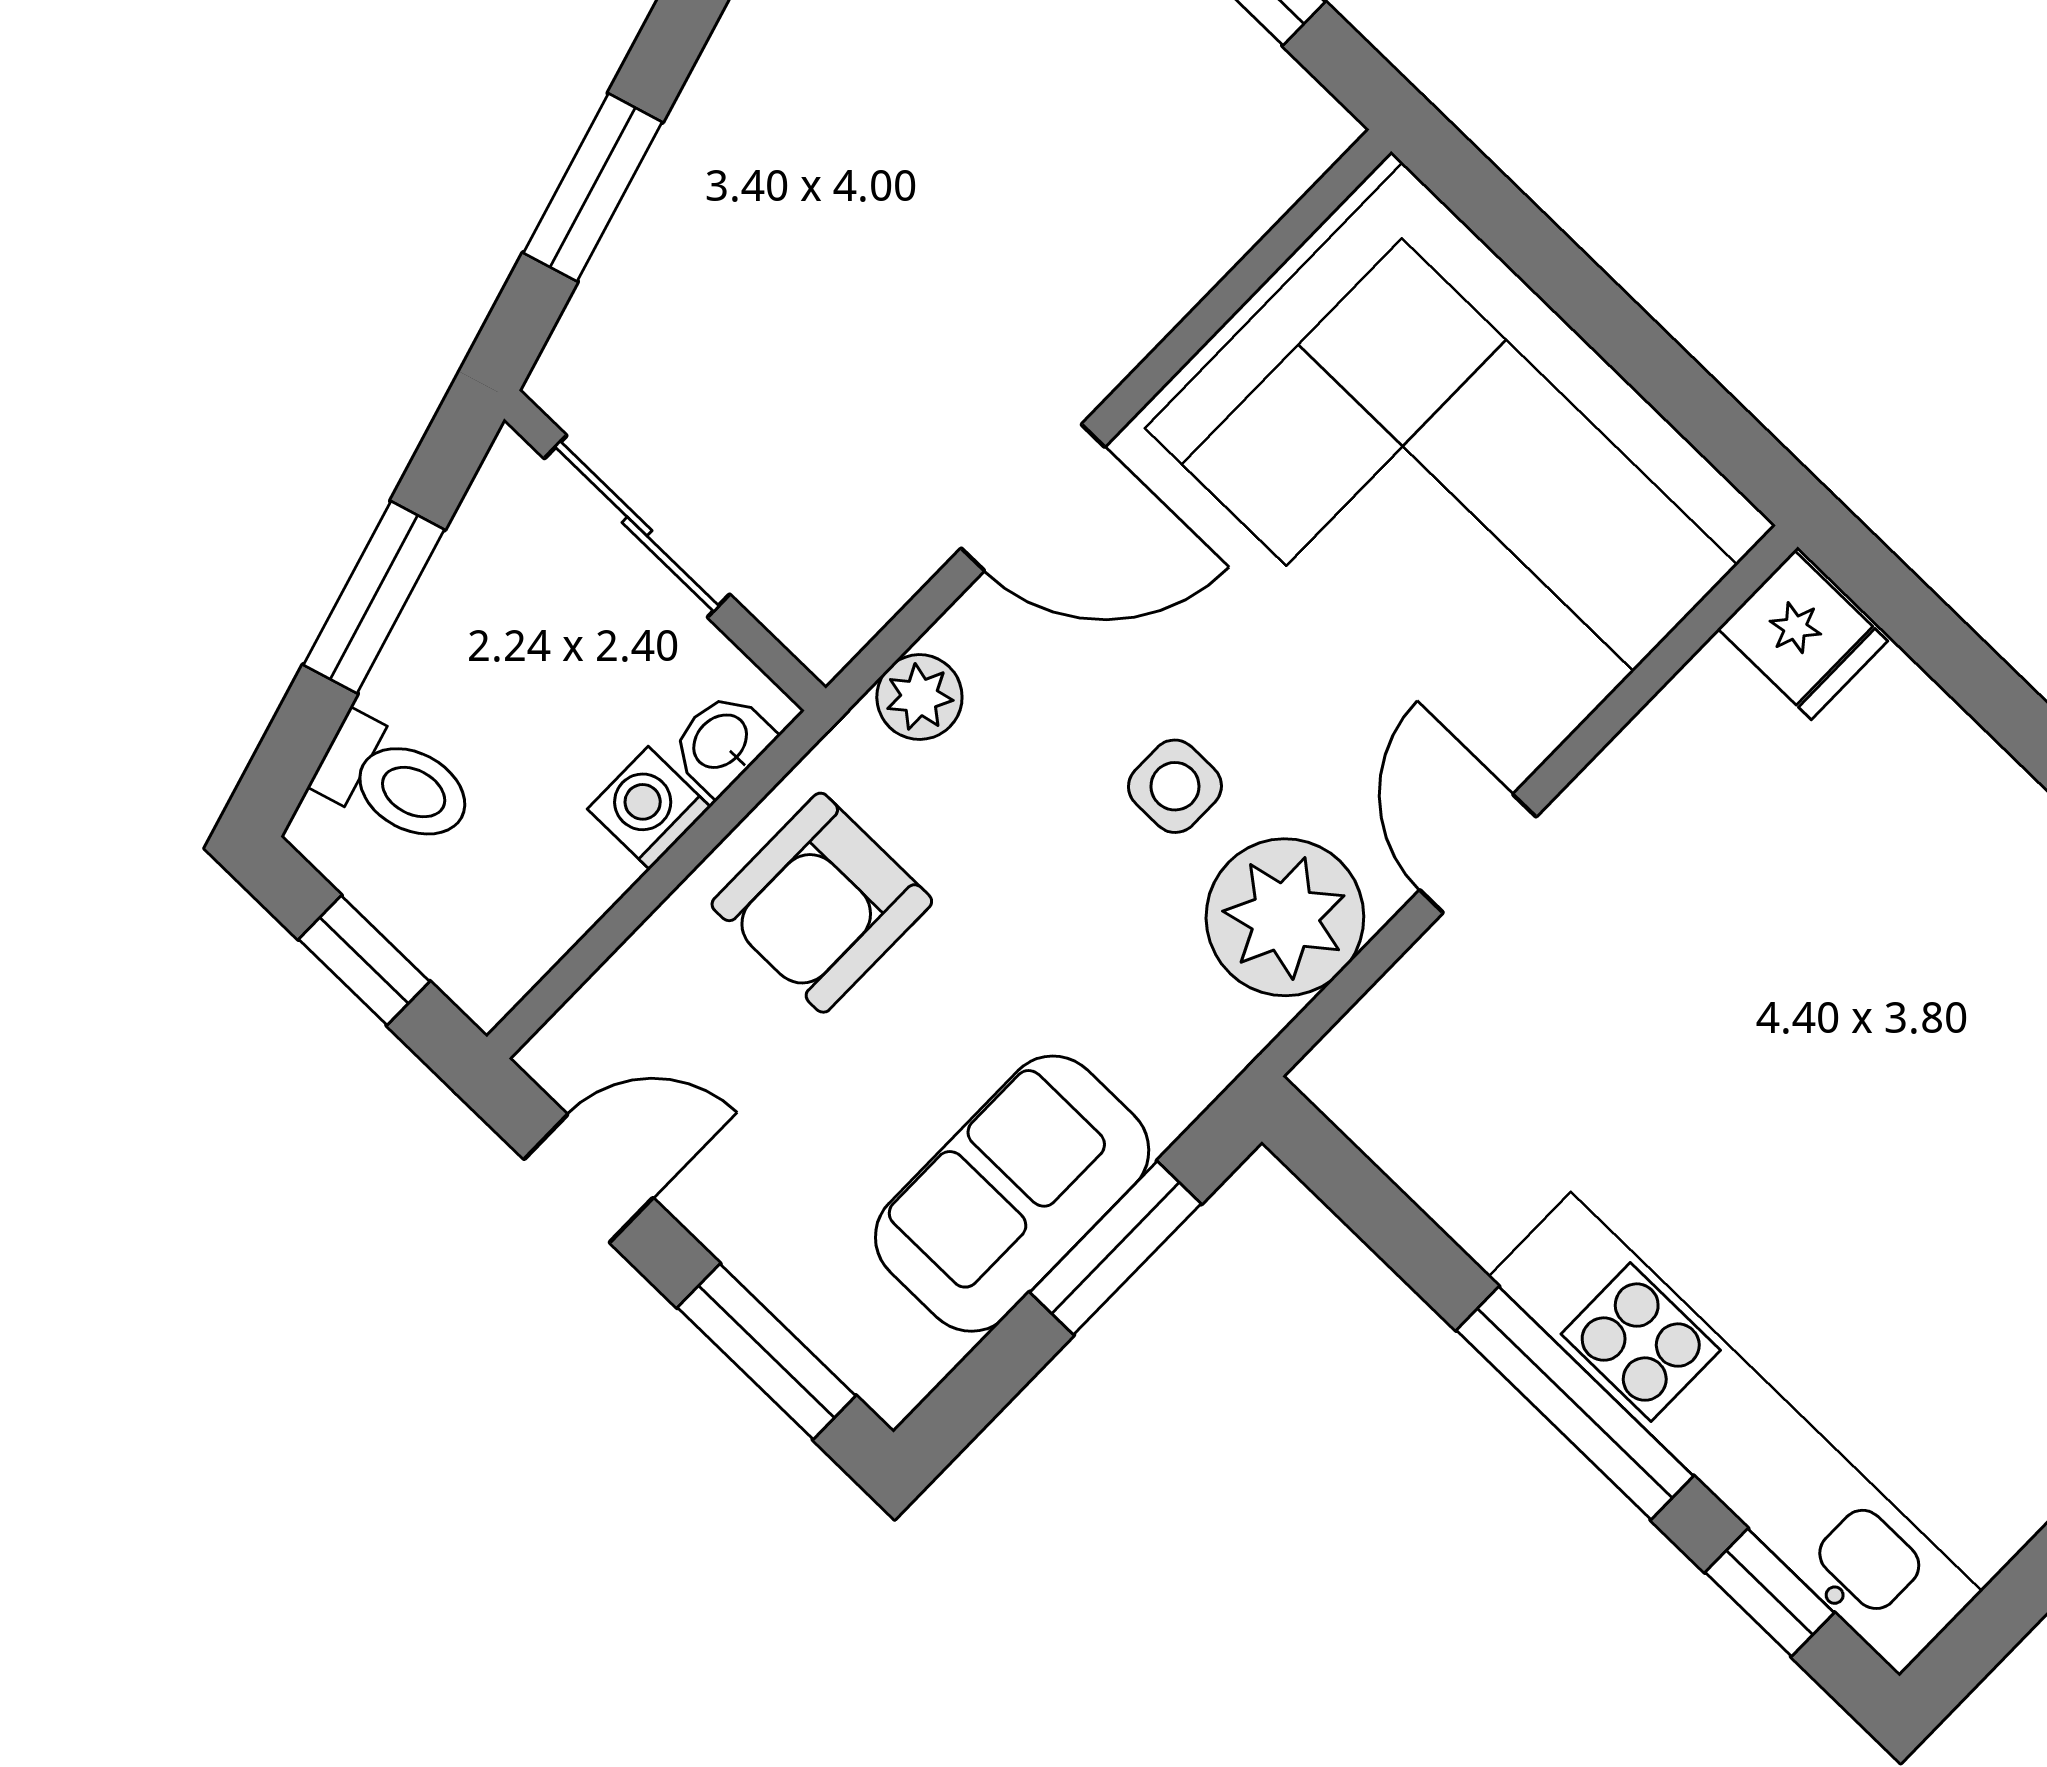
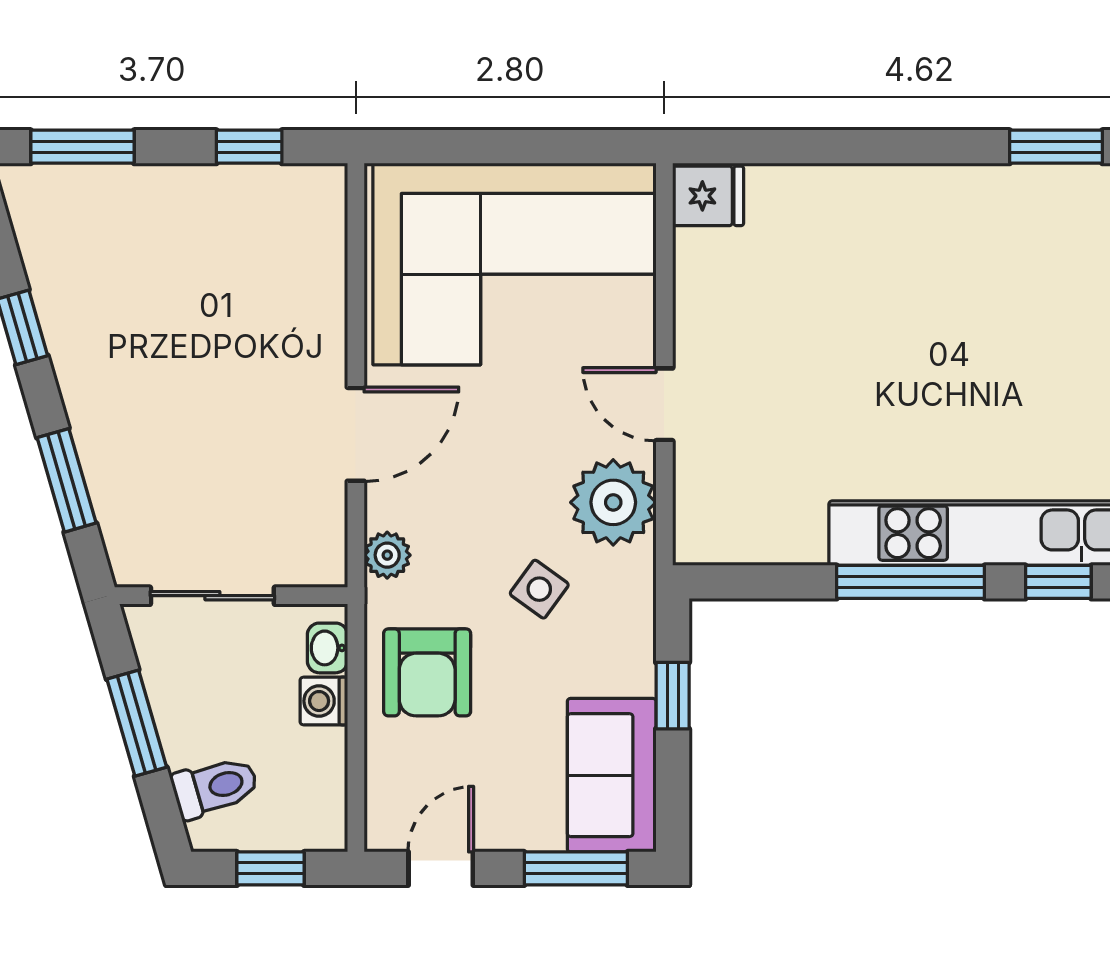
side table: (1175, 786) -> (539, 589), moved, turned 36
sofa: (1012, 1194) -> (612, 775), moved
window: (1115, 1248) -> (673, 696), width x0.67

